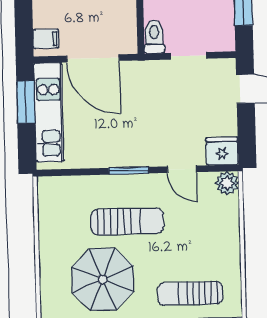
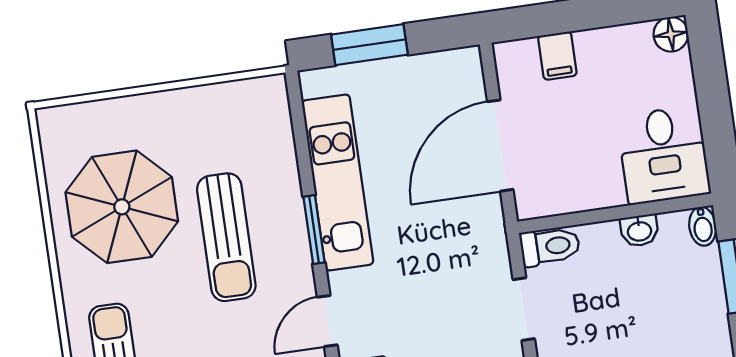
filing cabinet: (46, 39) -> (557, 56), moved
window: (26, 102) -> (369, 45), moved
kitchen unit: (49, 112) -> (338, 182), moved, turned -90

